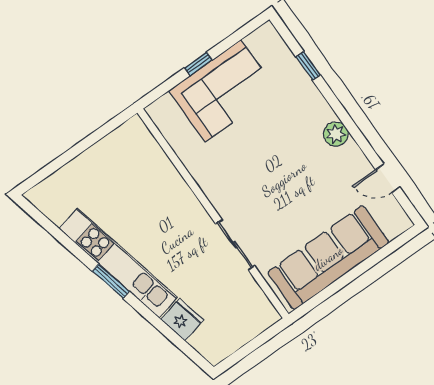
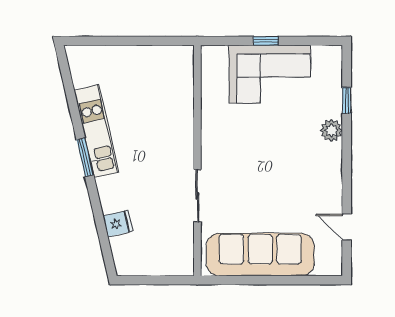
plant: (336, 134) -> (331, 130), moved
kitchen unit: (118, 263) -> (97, 131), width x0.73
fridge: (182, 320) -> (118, 224), width x0.72

